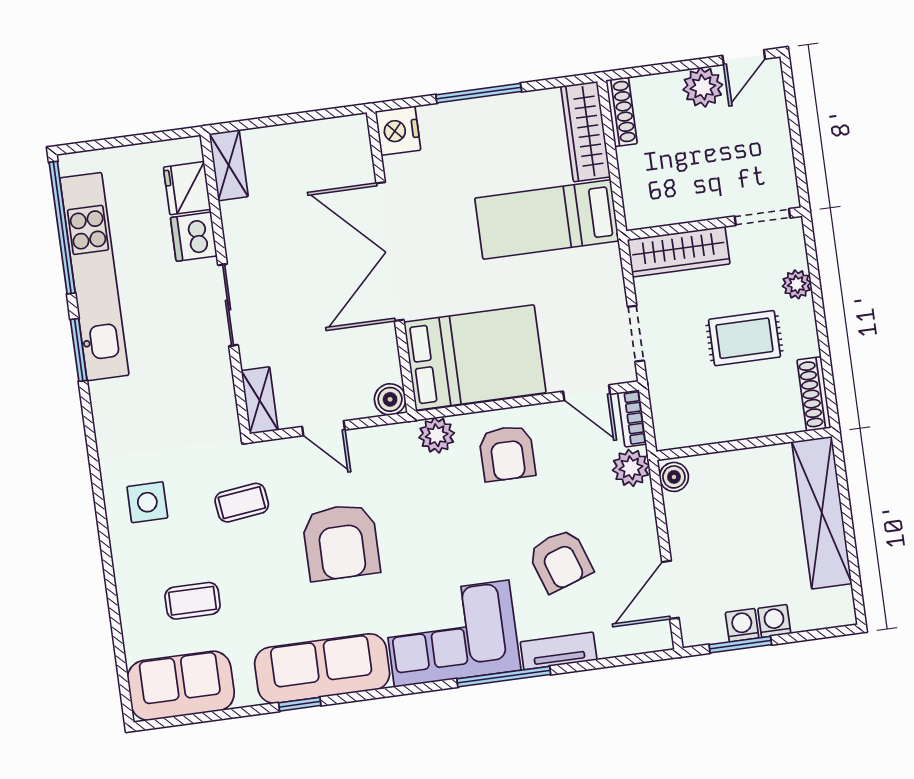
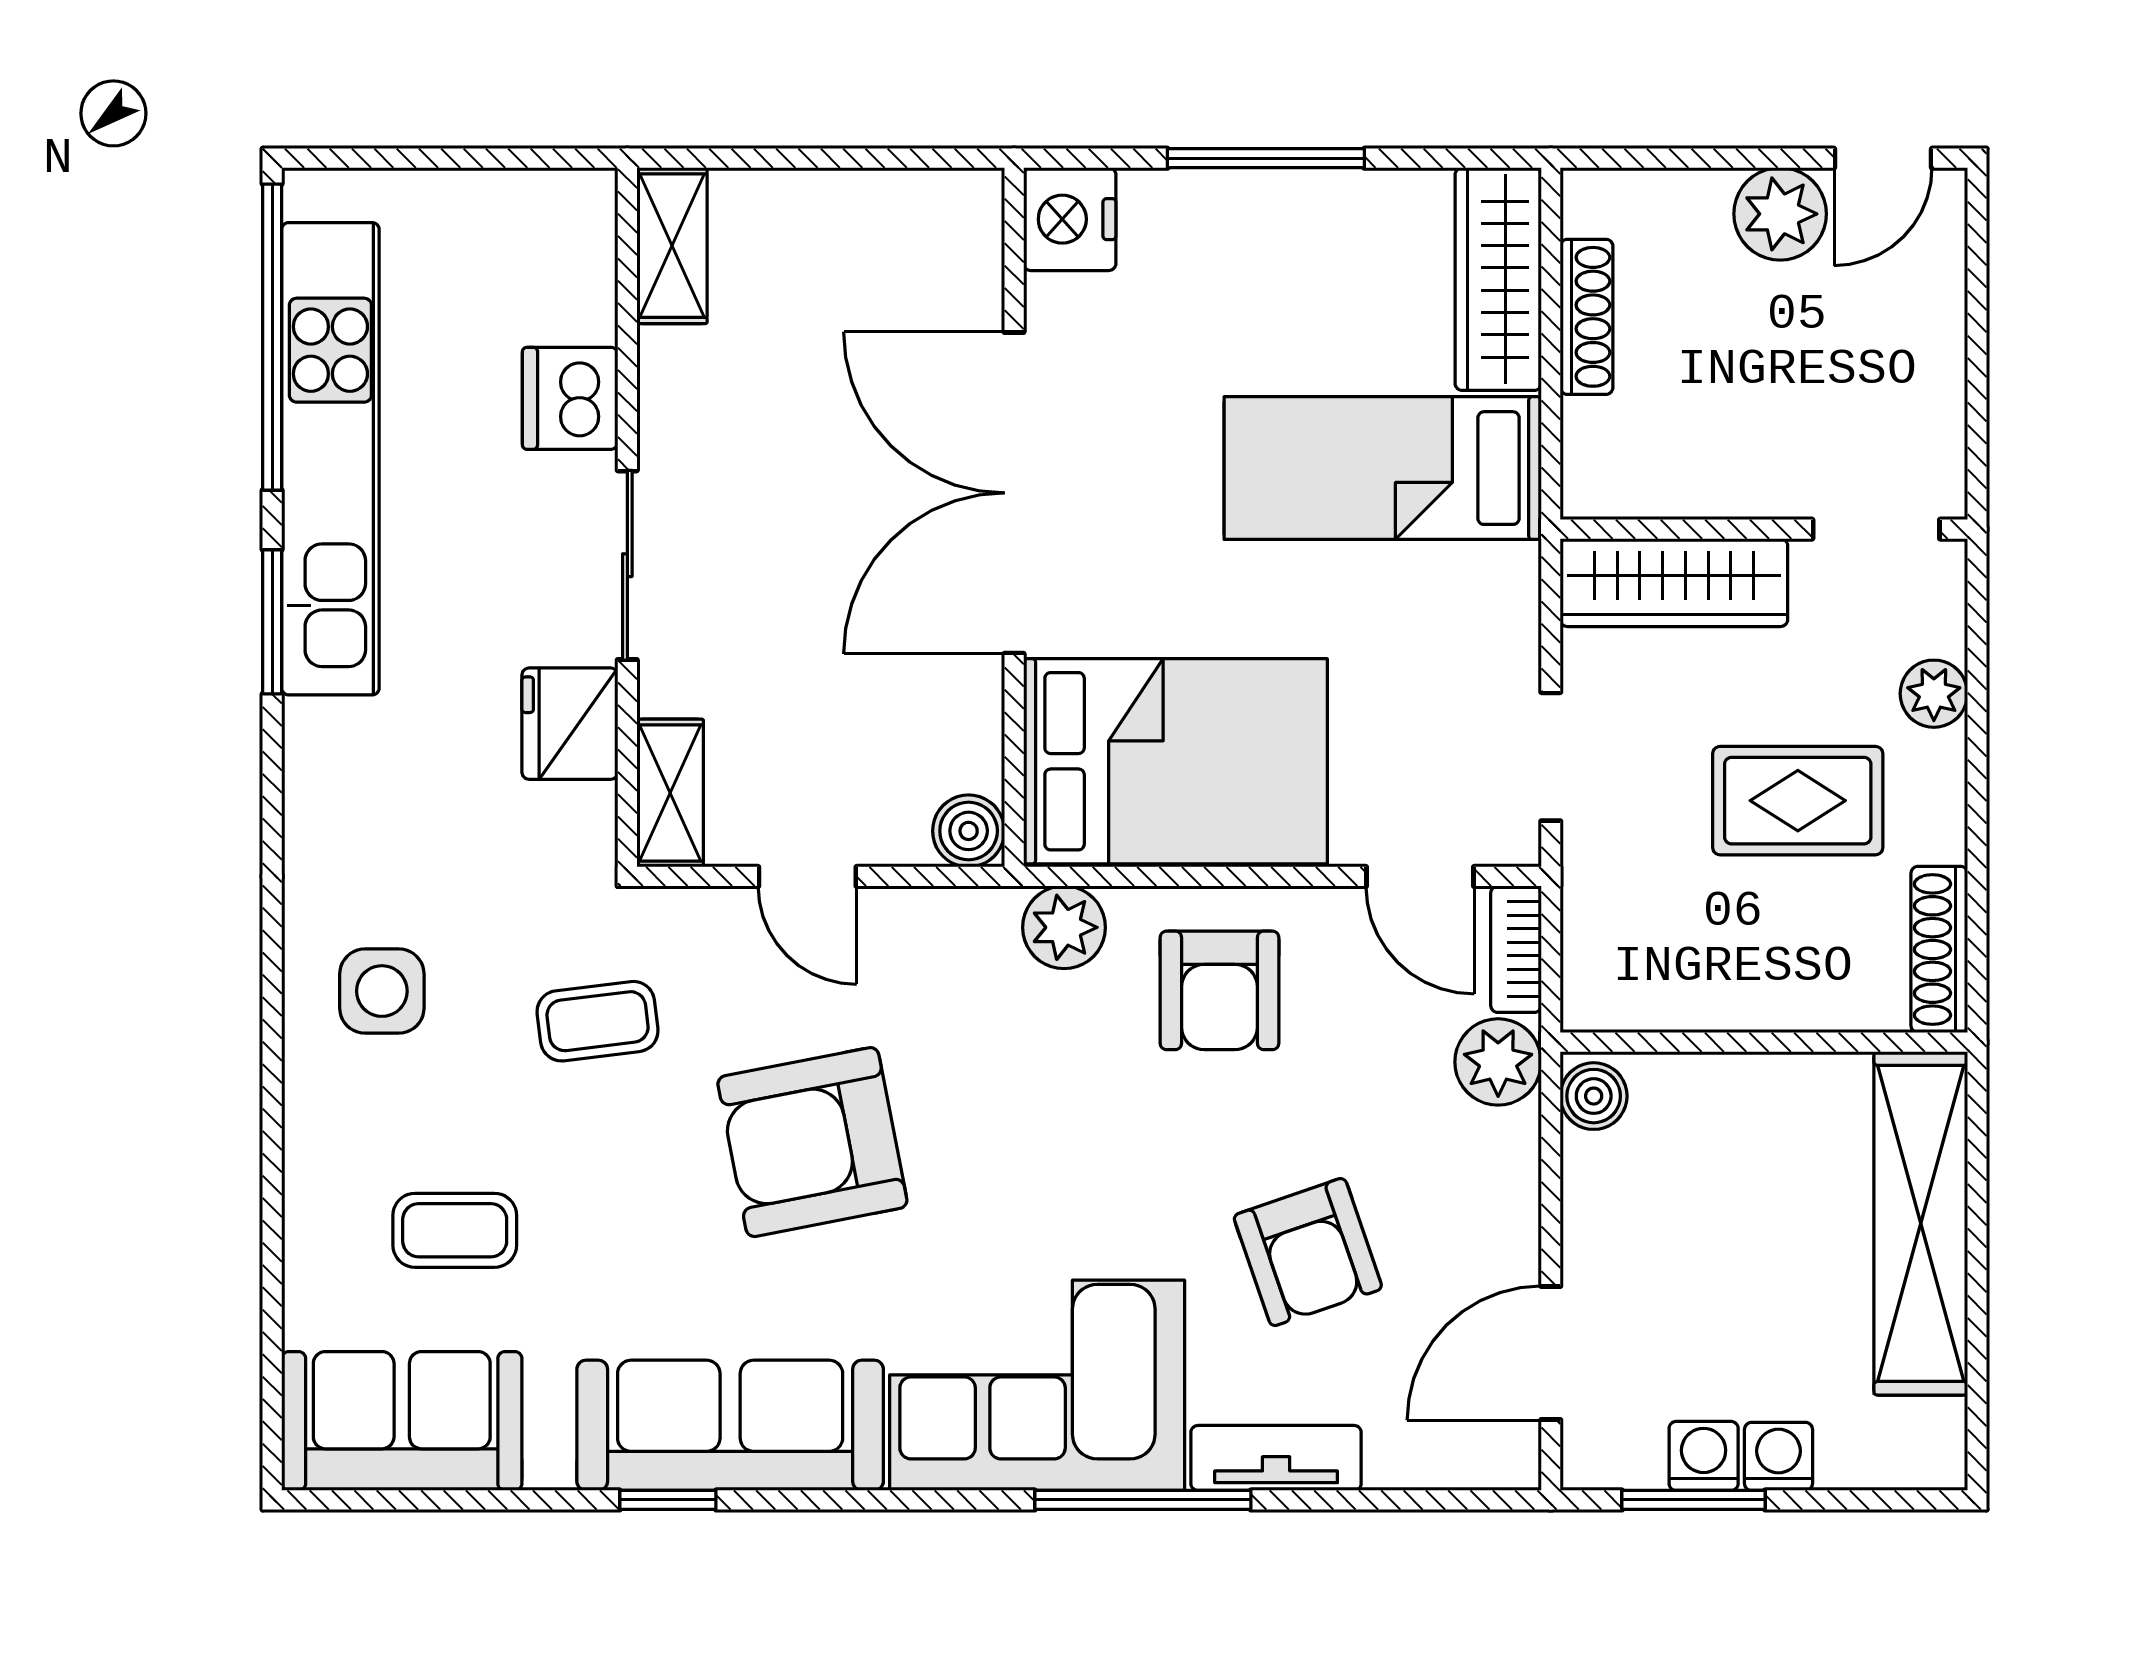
shoe rack: (622, 112) -> (1587, 317), moved
fridge: (187, 188) -> (570, 724), moved
armchair: (341, 542) -> (812, 1142), turned 79

